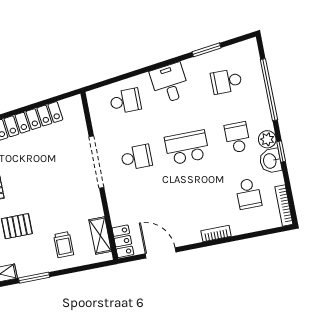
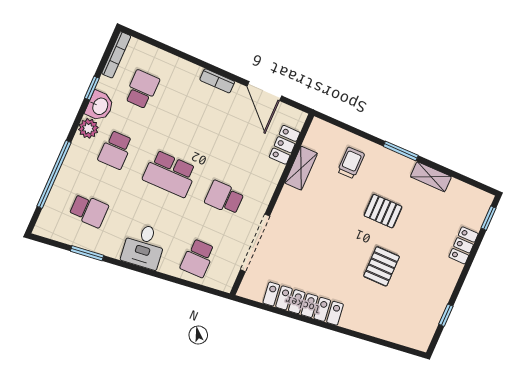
school desk: (125, 101) -> (198, 258), turned -90
window: (281, 151) -> (92, 88), moved
doorway: (96, 162) -> (255, 243), moved
bookcase: (216, 234) -> (217, 81), moved
shelving: (100, 235) -> (301, 168), moved
locker: (123, 241) -> (285, 145), moved

